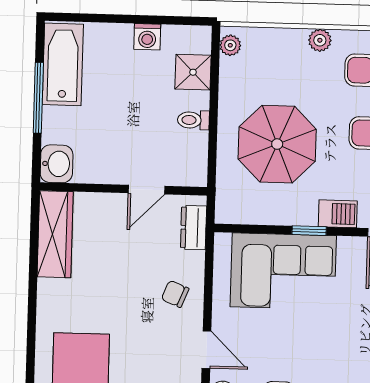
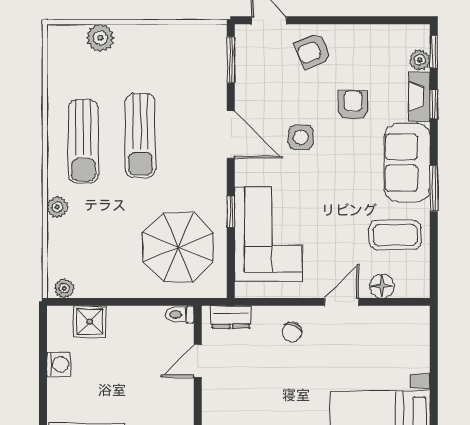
toilet: (193, 120) -> (180, 314), moved, turned 90
parasol: (277, 144) -> (178, 247), moved
door: (146, 190) -> (198, 361), swing flipped
barbecue: (338, 214) -> (215, 186), removed

